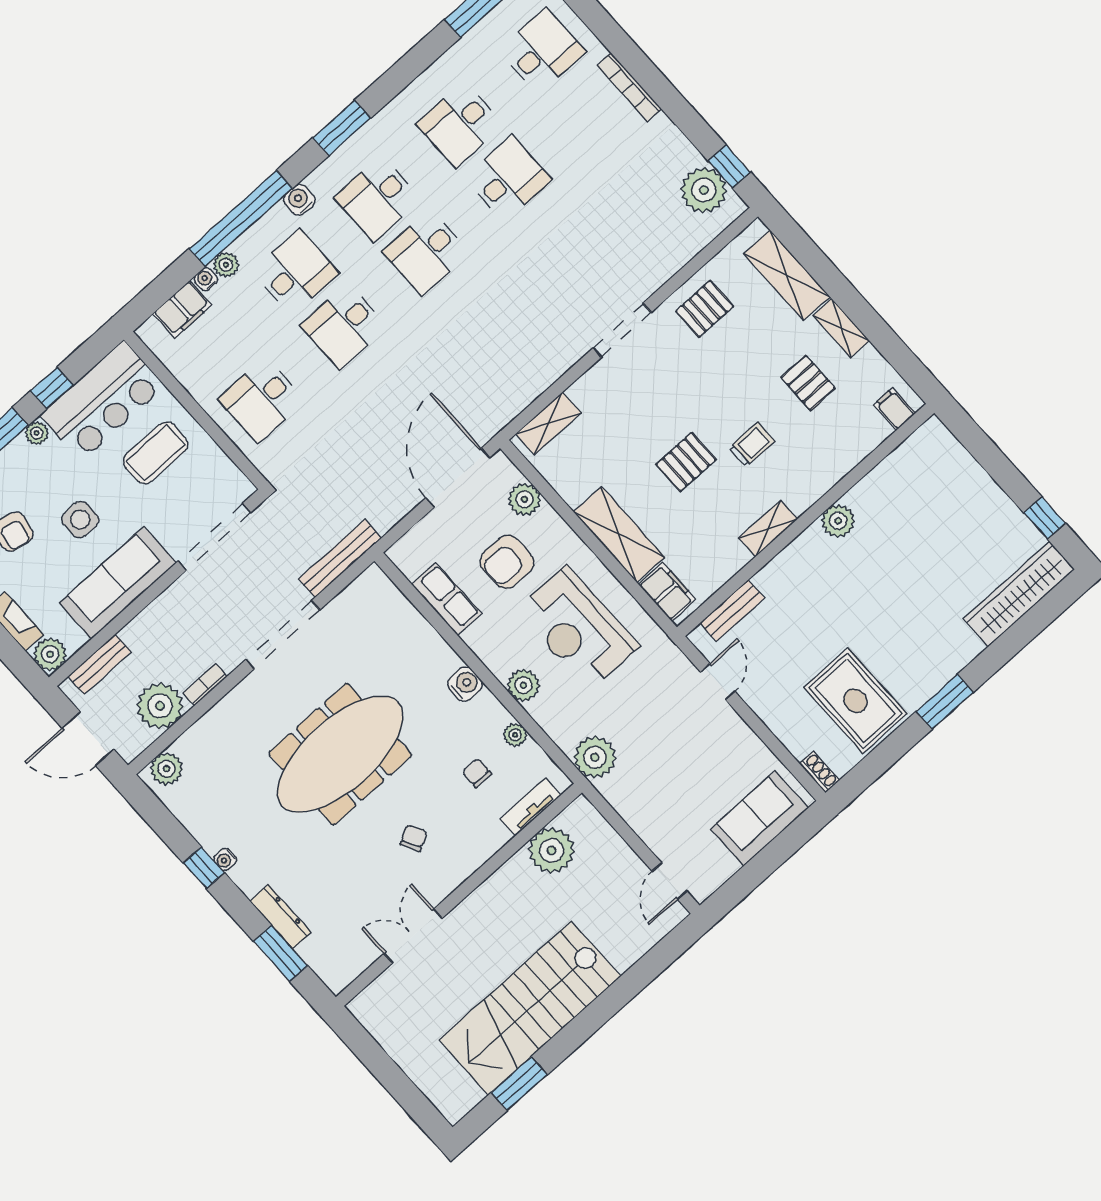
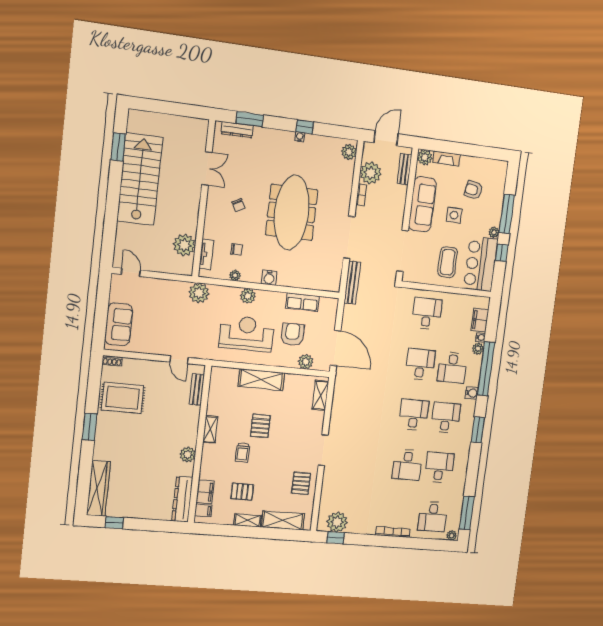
dresser: (910, 458) -> (182, 499), added
filing cabinet: (667, 592) -> (205, 492), moved, turned -90
dresser: (281, 917) -> (237, 130), moved

